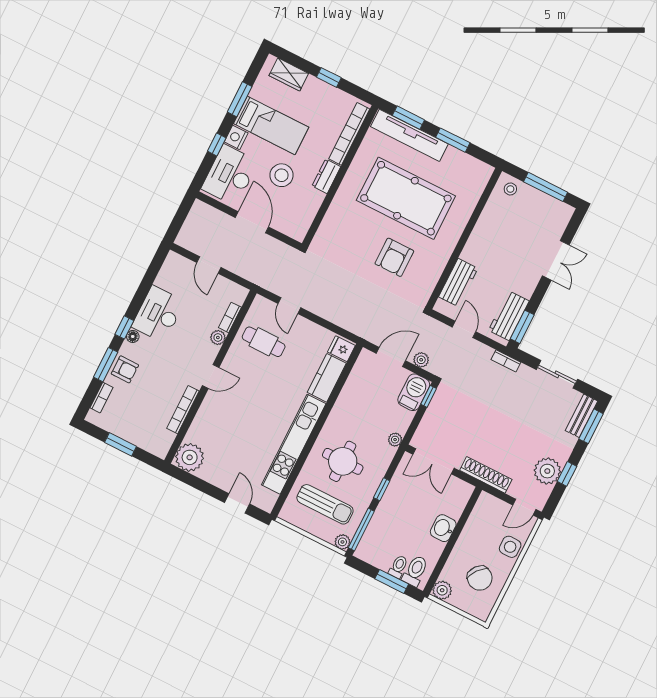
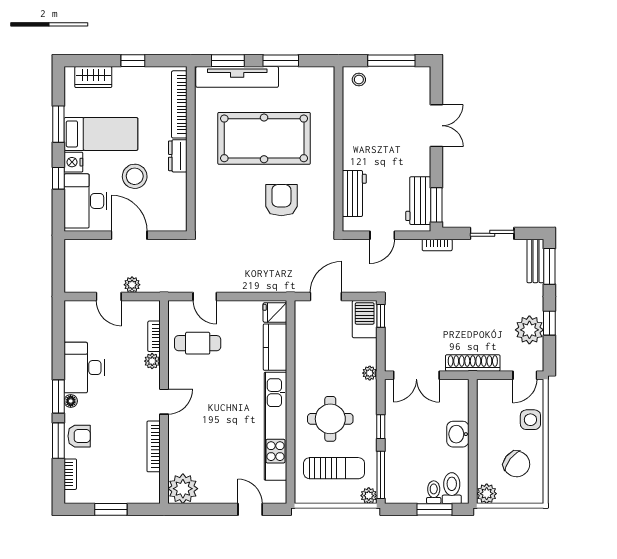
armchair: (394, 257) -> (281, 200), turned 180
window: (124, 327) -> (58, 396), width x1.50
door: (464, 329) -> (382, 235), swing flipped
plant: (421, 360) -> (132, 285), moved

